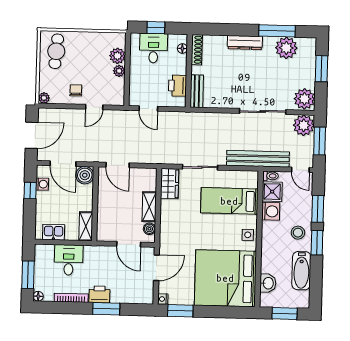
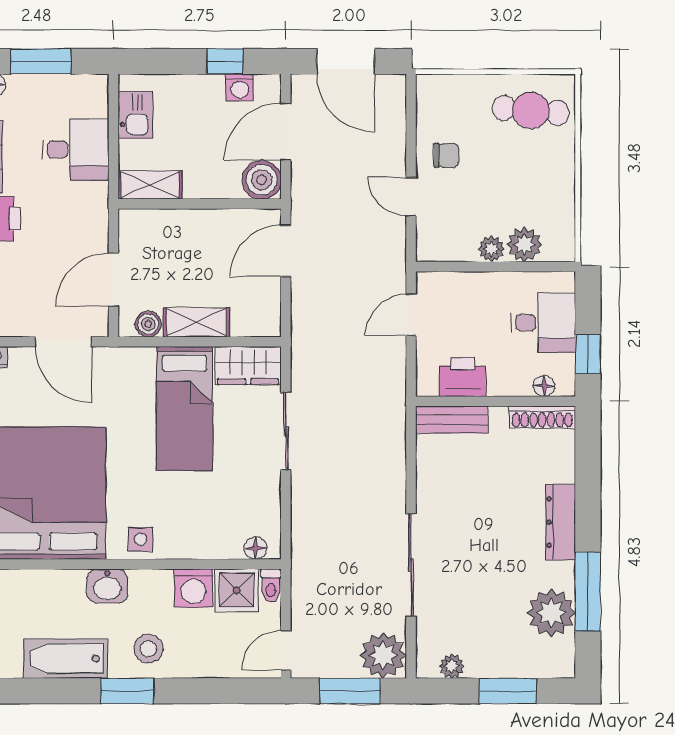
window: (156, 28) -> (588, 354), moved
plant: (44, 98) -> (428, 86), removed
plant: (304, 99) -> (452, 666), width x0.53, depth x0.53
bench: (258, 159) -> (307, 557), removed
floor lamp: (253, 182) -> (255, 548), added
bed: (229, 201) -> (185, 408), moved, turned 180
window: (318, 209) -> (202, 691), removed
washbasin: (268, 283) -> (107, 586), moved

